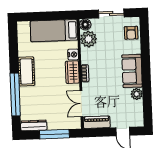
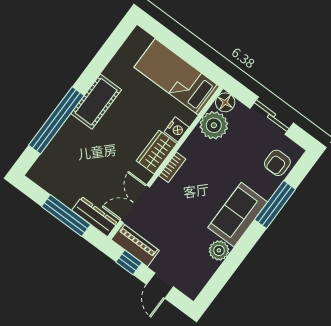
window: (145, 53) -> (275, 204), added
dresser: (34, 125) -> (95, 217), moved
window: (100, 132) -> (129, 262), added

